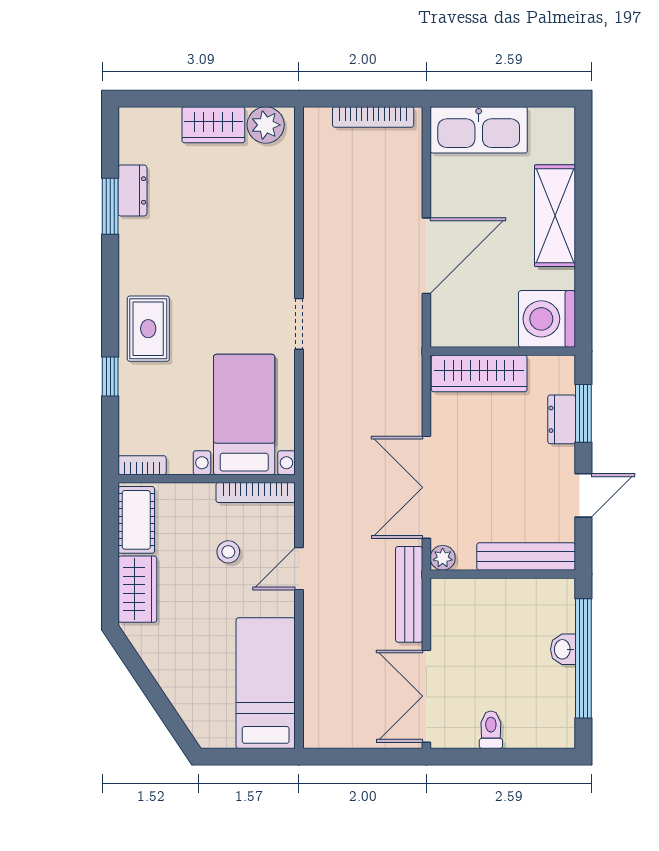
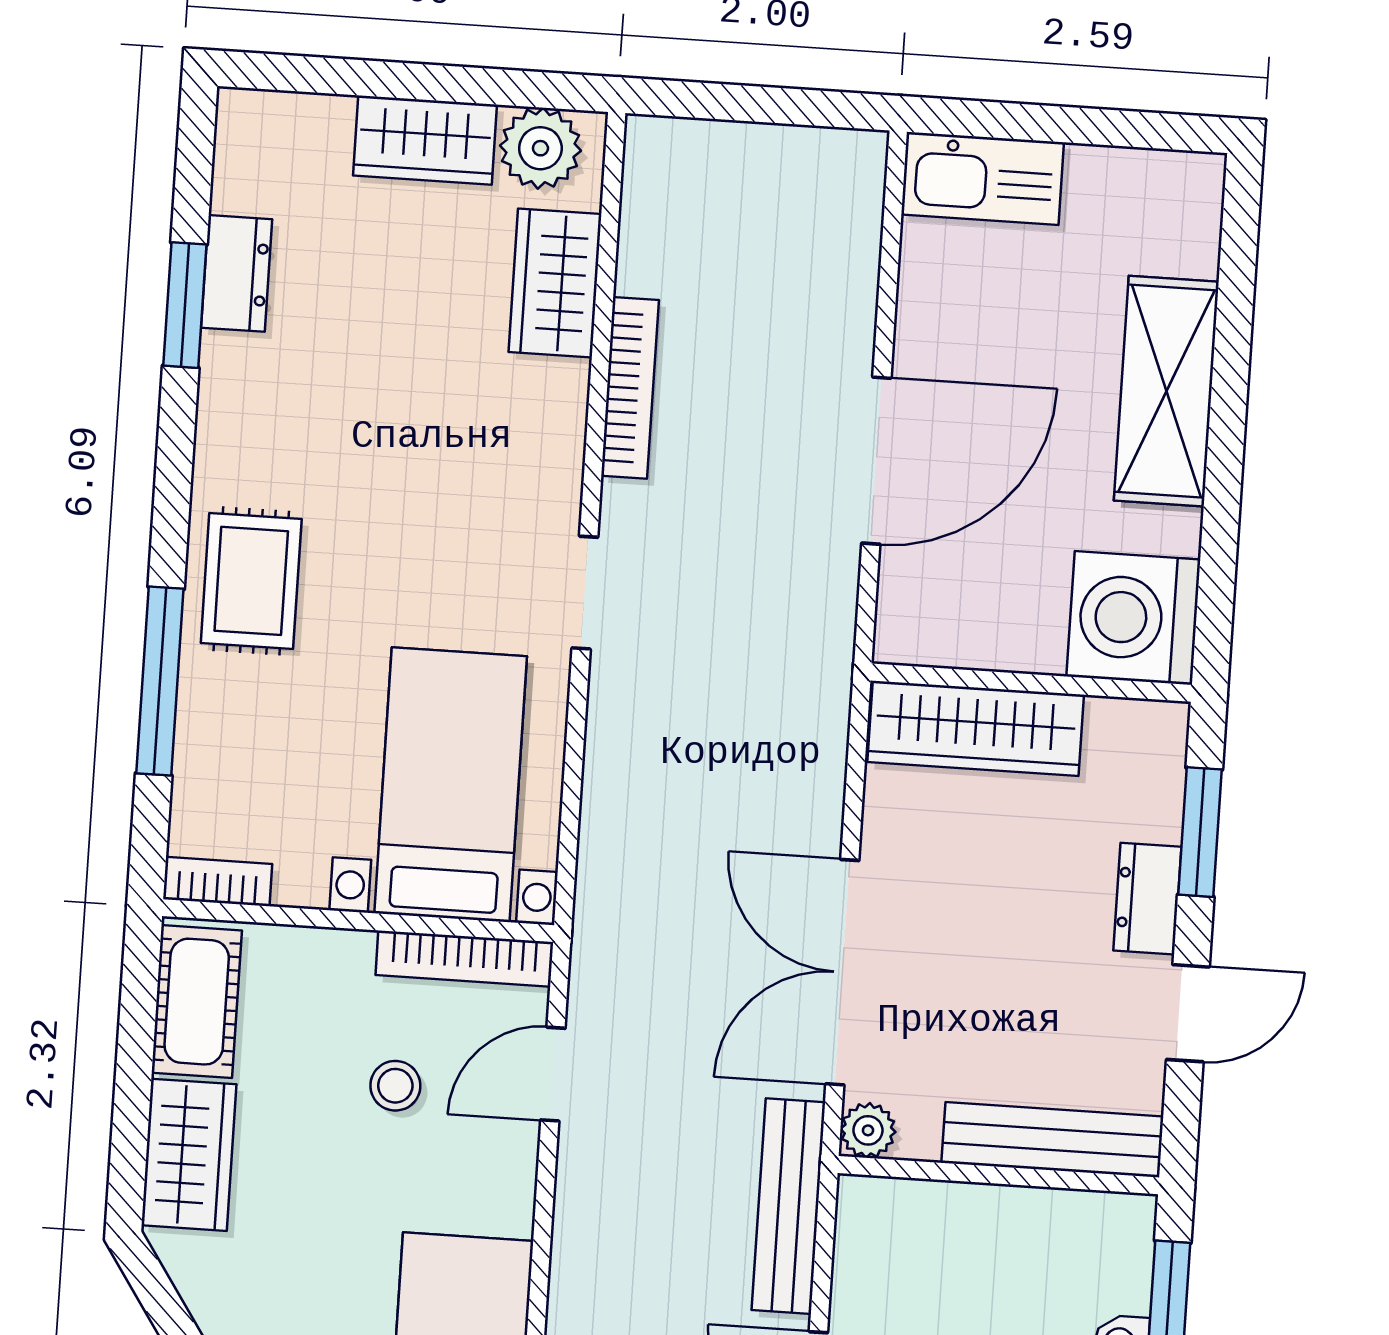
bookcase: (373, 117) -> (630, 388), moved, turned -90
kitchen sink: (479, 130) -> (982, 178), width x0.73, depth x0.81
wardrobe: (276, 185) -> (555, 283), added
window: (110, 377) -> (160, 681), width x2.17
dresser: (562, 419) -> (1147, 899), moved
door: (299, 569) -> (553, 1074), moved

